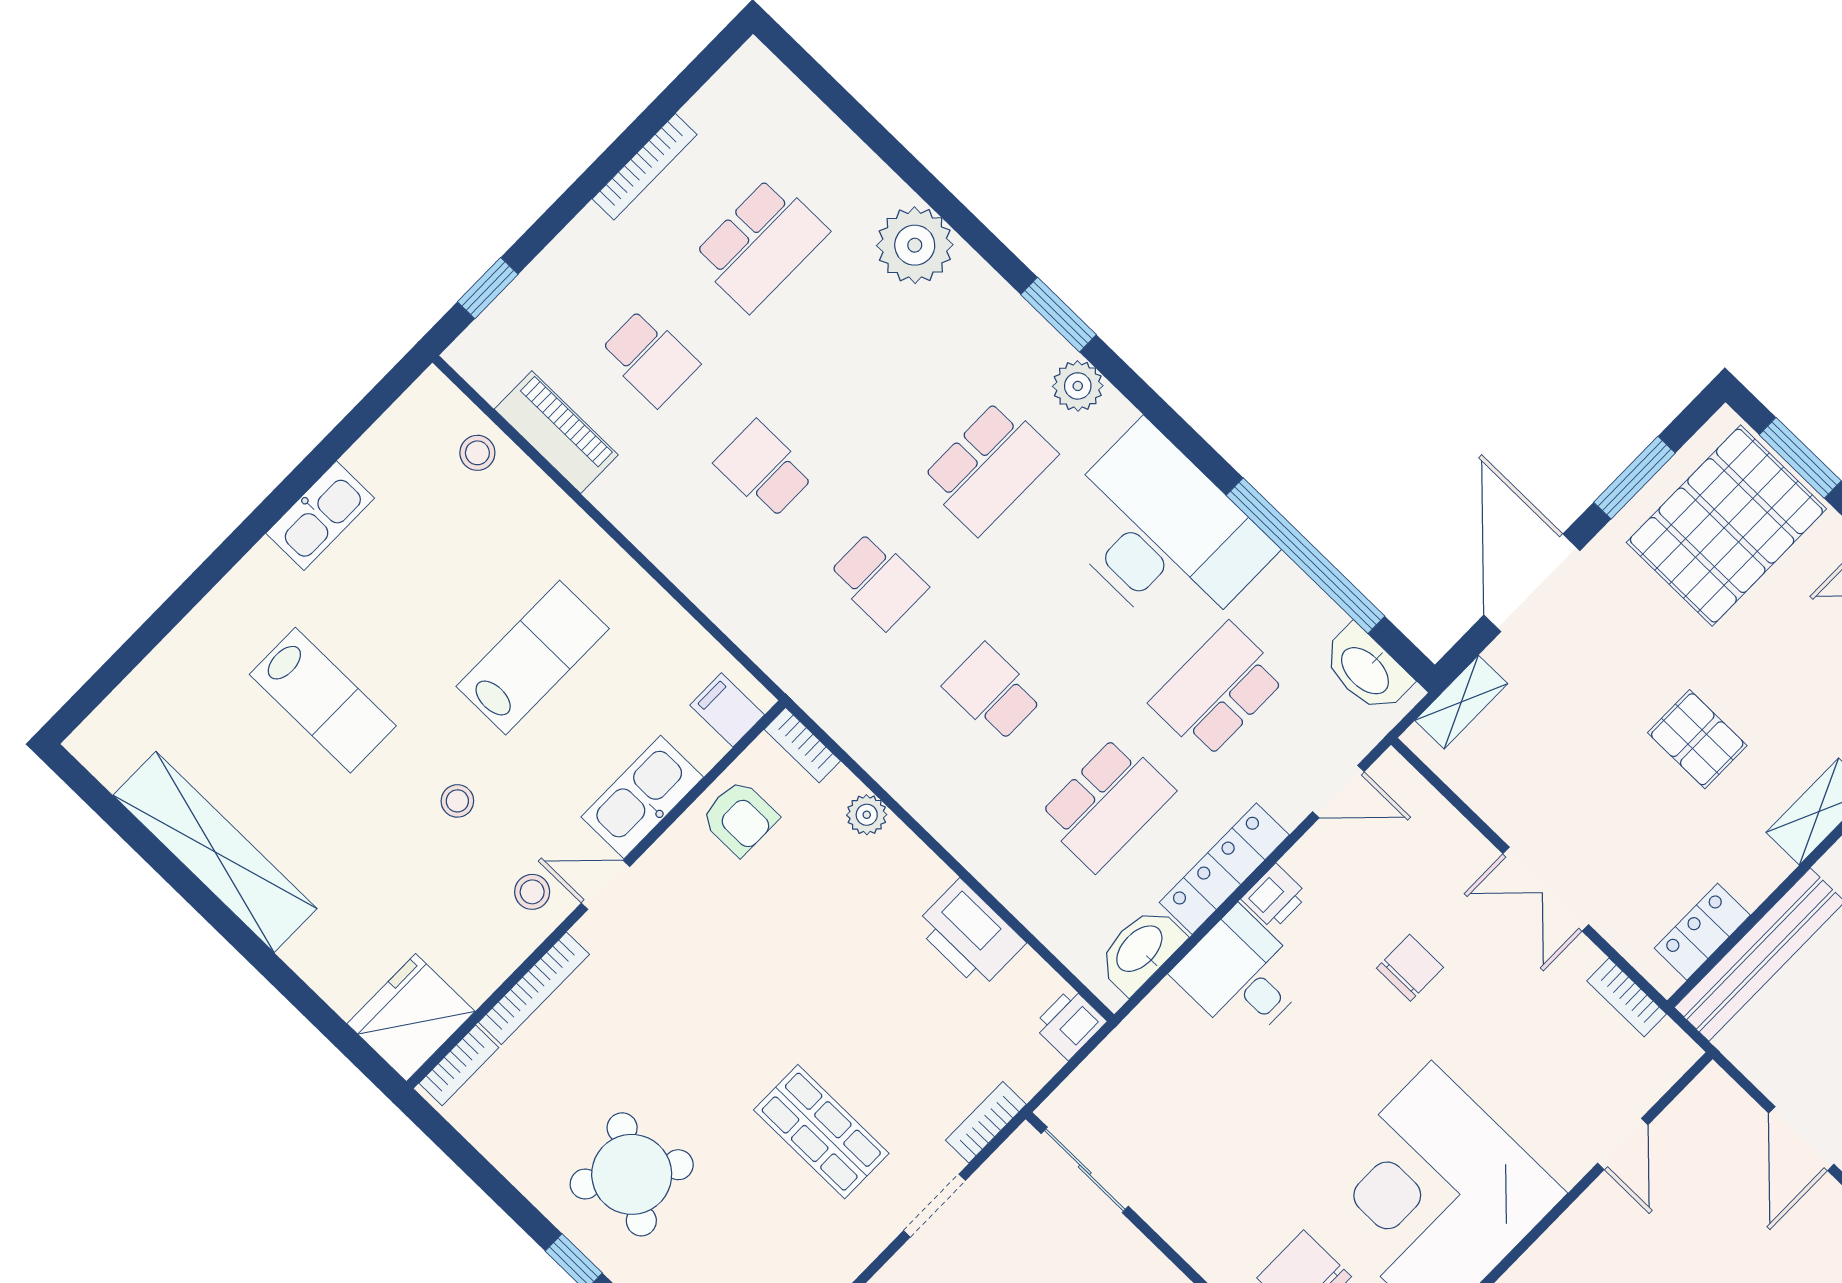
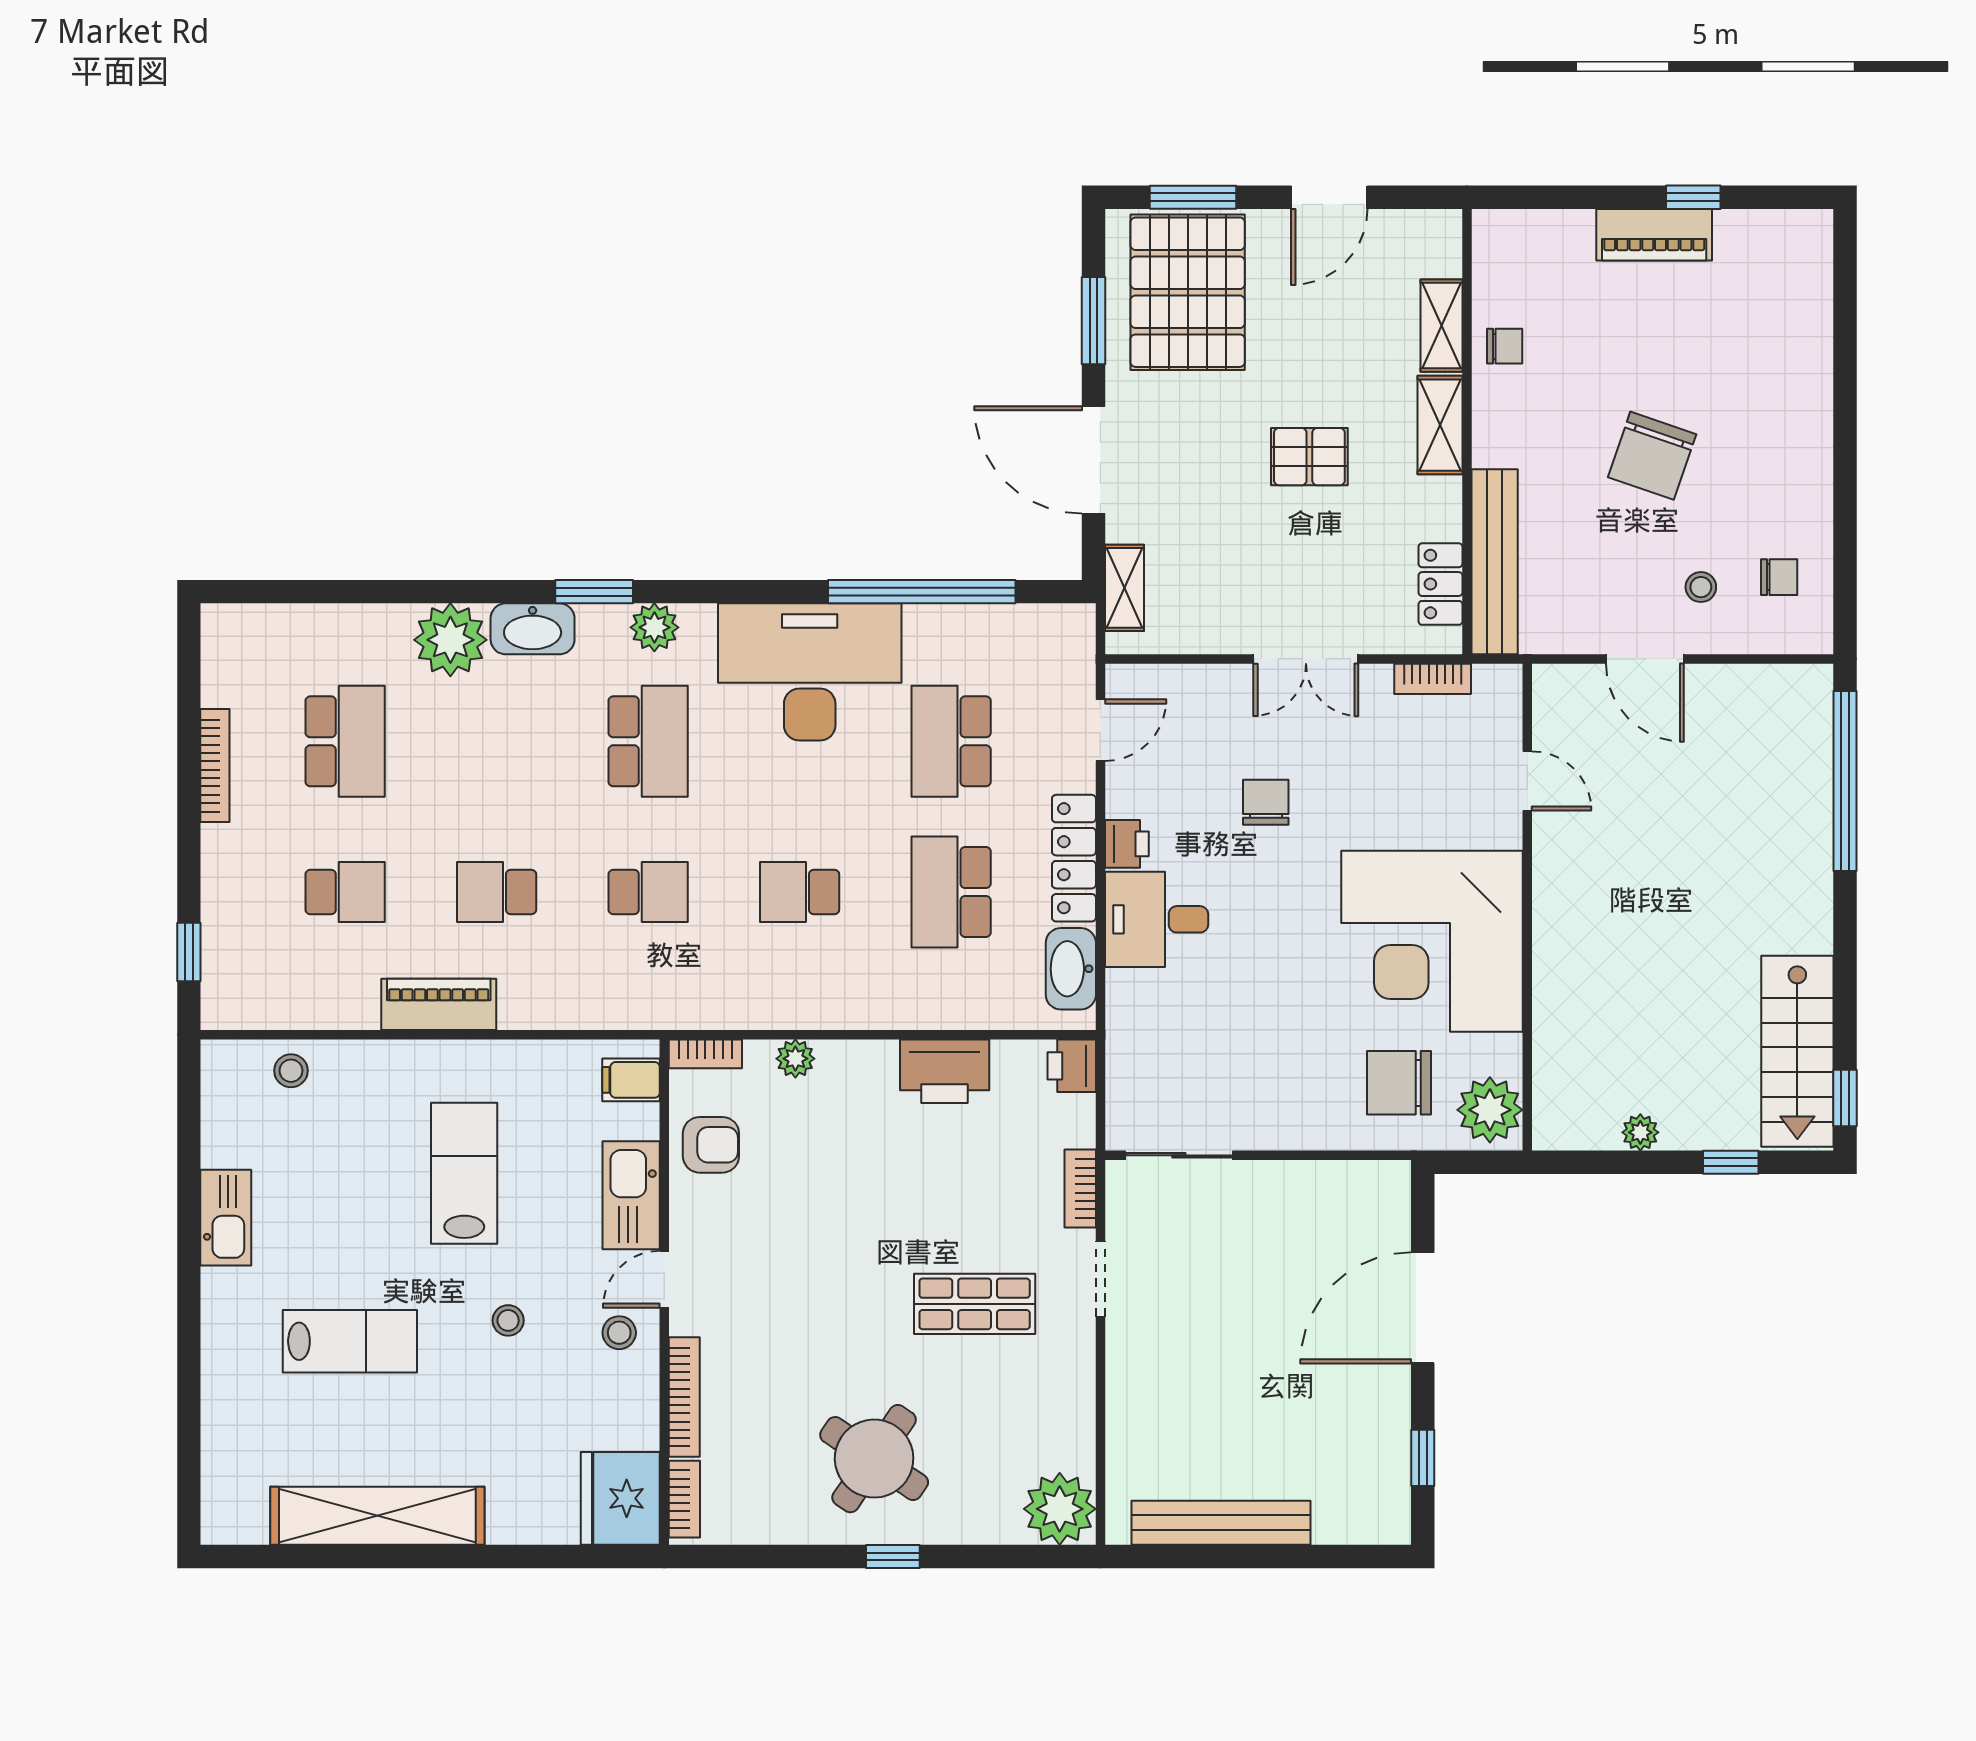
piano: (556, 432) -> (439, 1004), moved
washbasin: (1366, 670) -> (533, 629), moved
school desk: (1107, 804) -> (951, 892), turned 180

